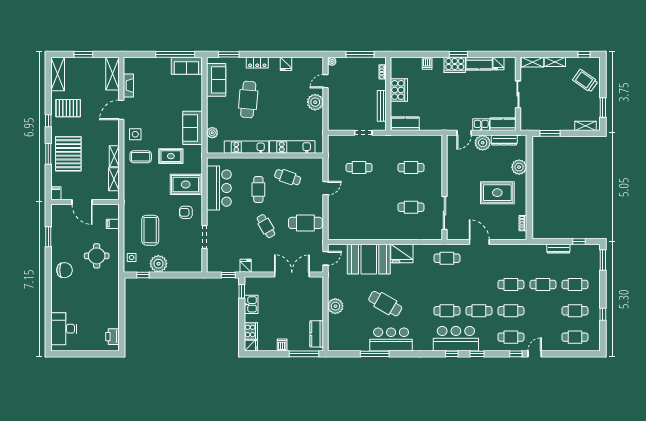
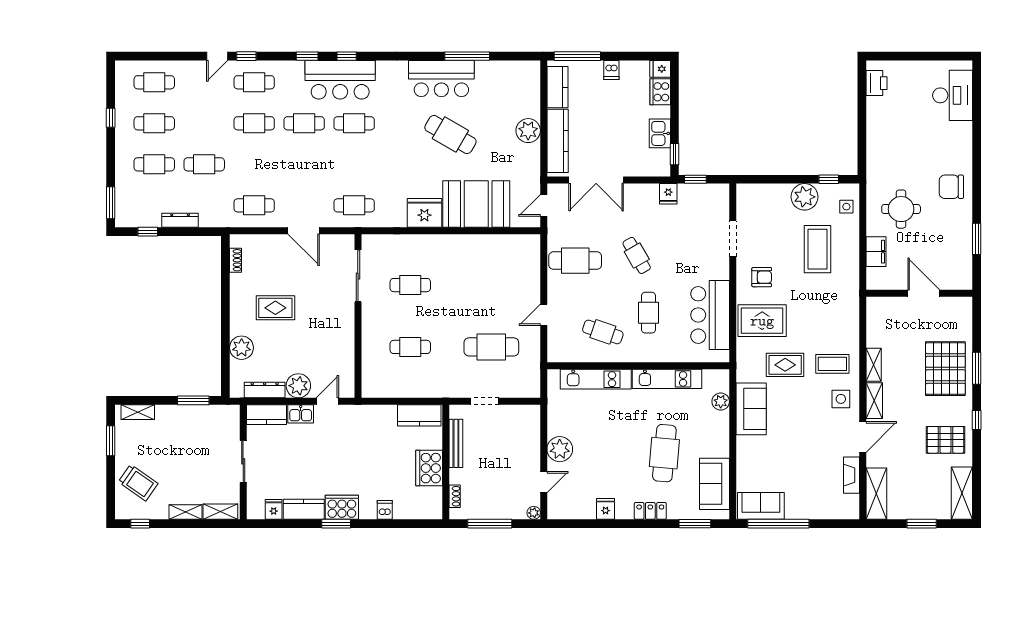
cafe table: (359, 168) -> (491, 347), width x1.37, depth x1.35
shelving: (114, 179) -> (874, 401), moved
filing cabinet: (56, 193) -> (965, 307), removed
rug: (497, 193) -> (275, 308), width x0.73, depth x0.70
filing cabinet: (113, 224) -> (876, 252), width x2.00
cafe table: (511, 285) -> (254, 205), moved
kitchen counter: (317, 299) -> (558, 141), added

